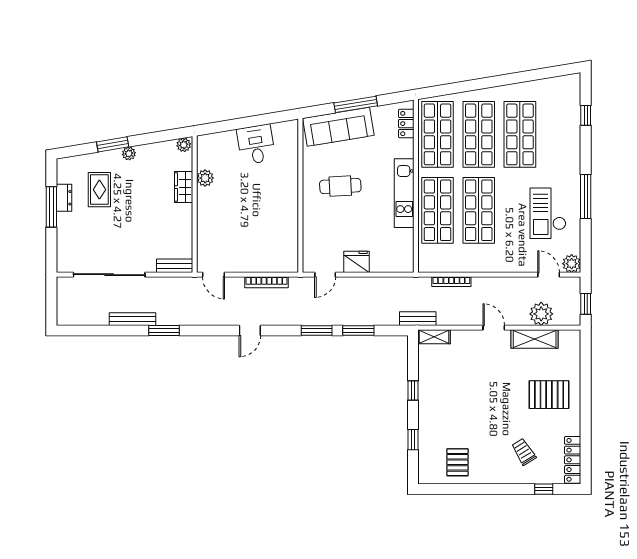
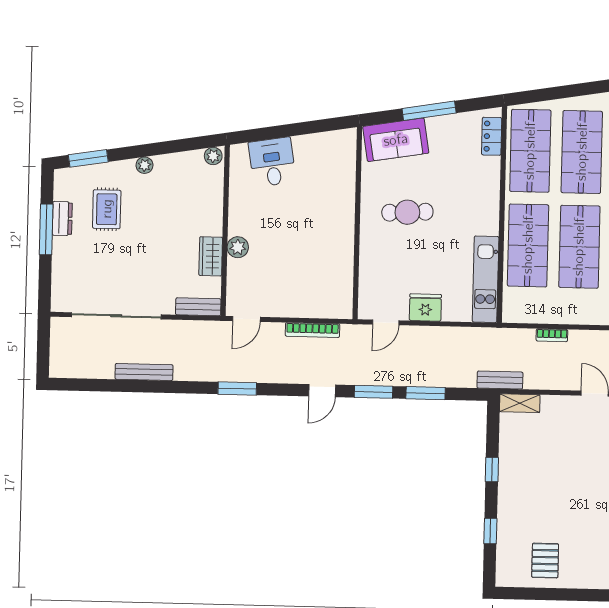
sofa: (338, 127) -> (396, 140), width x0.73
window: (113, 144) -> (88, 158), moved
desk: (256, 144) -> (272, 162), moved
plant: (205, 178) -> (238, 247), moved
wardrobe: (184, 187) -> (211, 256), moved
kitchen unit: (404, 193) -> (486, 279), moved
door: (213, 275) -> (246, 319), hinge flipped
bookcase: (451, 282) -> (552, 335), width x0.64
window: (164, 331) -> (237, 389), moved
door: (250, 331) -> (322, 391), moved

